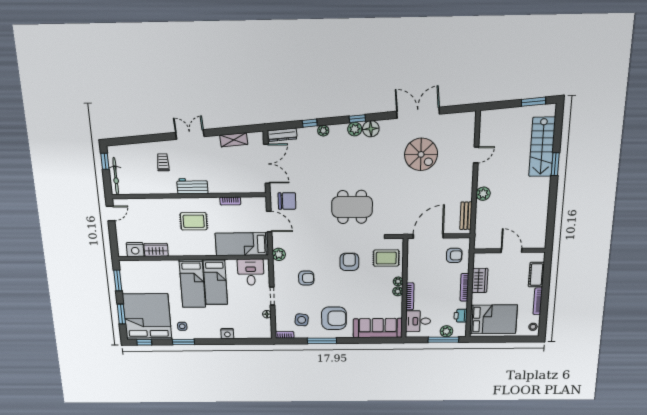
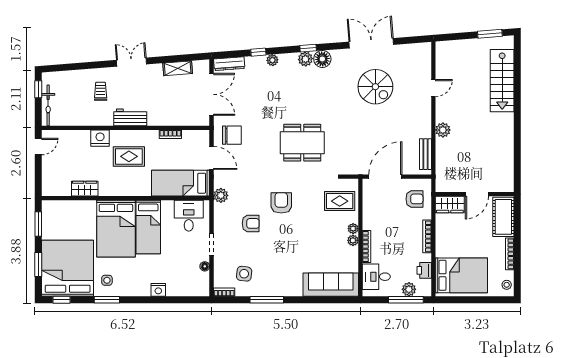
window: (555, 164) -> (517, 99), removed
nightstand: (135, 250) -> (100, 138), moved, turned 180
door: (511, 251) -> (477, 194), swing flipped
armchair: (349, 262) -> (281, 203), moved
cot: (536, 275) -> (503, 217), width x1.37, depth x1.34
wardrobe: (480, 280) -> (450, 205), moved, turned 90
bed: (192, 284) -> (116, 229), width x1.50
armchair: (334, 318) -> (281, 272), removed

